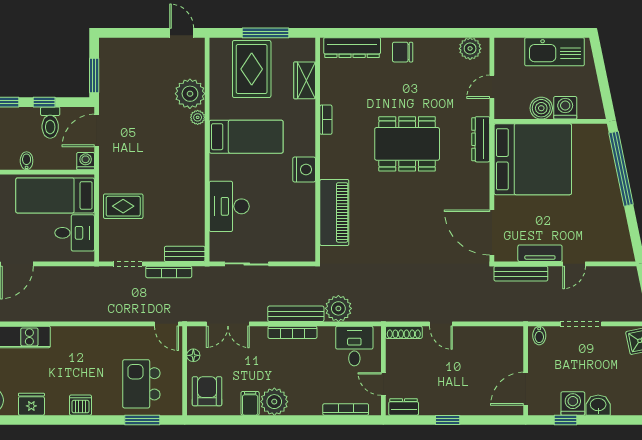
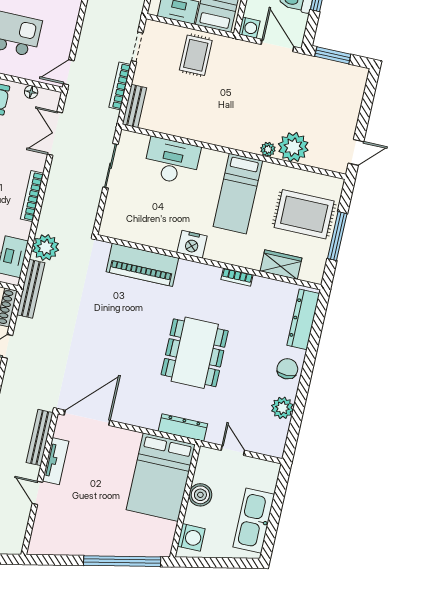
plant: (470, 49) -> (282, 408), moved
washing machine: (565, 108) -> (191, 537), moved
bed: (533, 159) -> (161, 477), width x0.73
bench: (296, 314) -> (31, 289), moved

